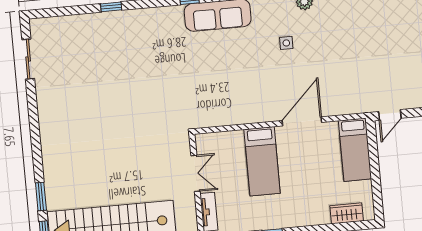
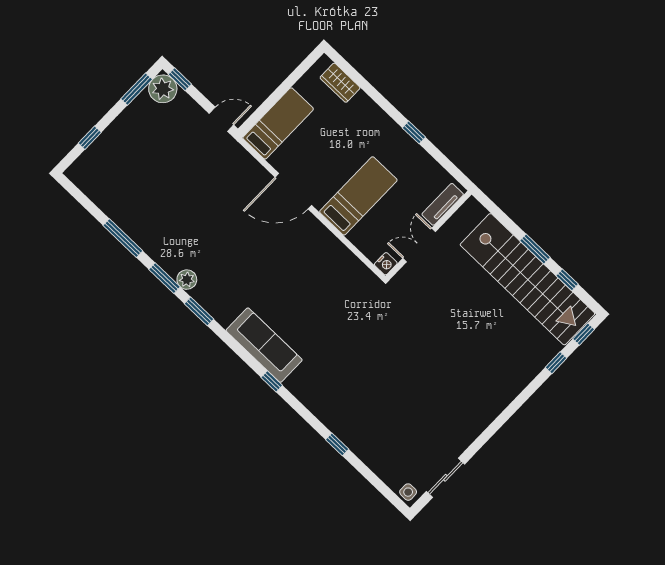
side table: (286, 43) -> (408, 492), moved
nightstand: (202, 141) -> (386, 264), added
window: (41, 196) -> (556, 363), width x0.67

